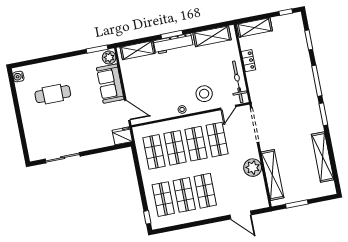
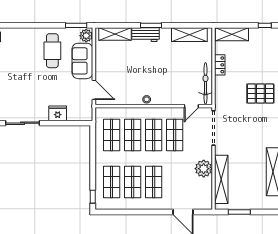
workbench: (173, 44) -> (145, 35), width x0.73
pallet: (295, 81) -> (260, 94), added
cafe table: (53, 94) -> (52, 51), moved, turned 90
stool: (204, 94) -> (171, 88), removed
fridge: (122, 136) -> (58, 113), moved

